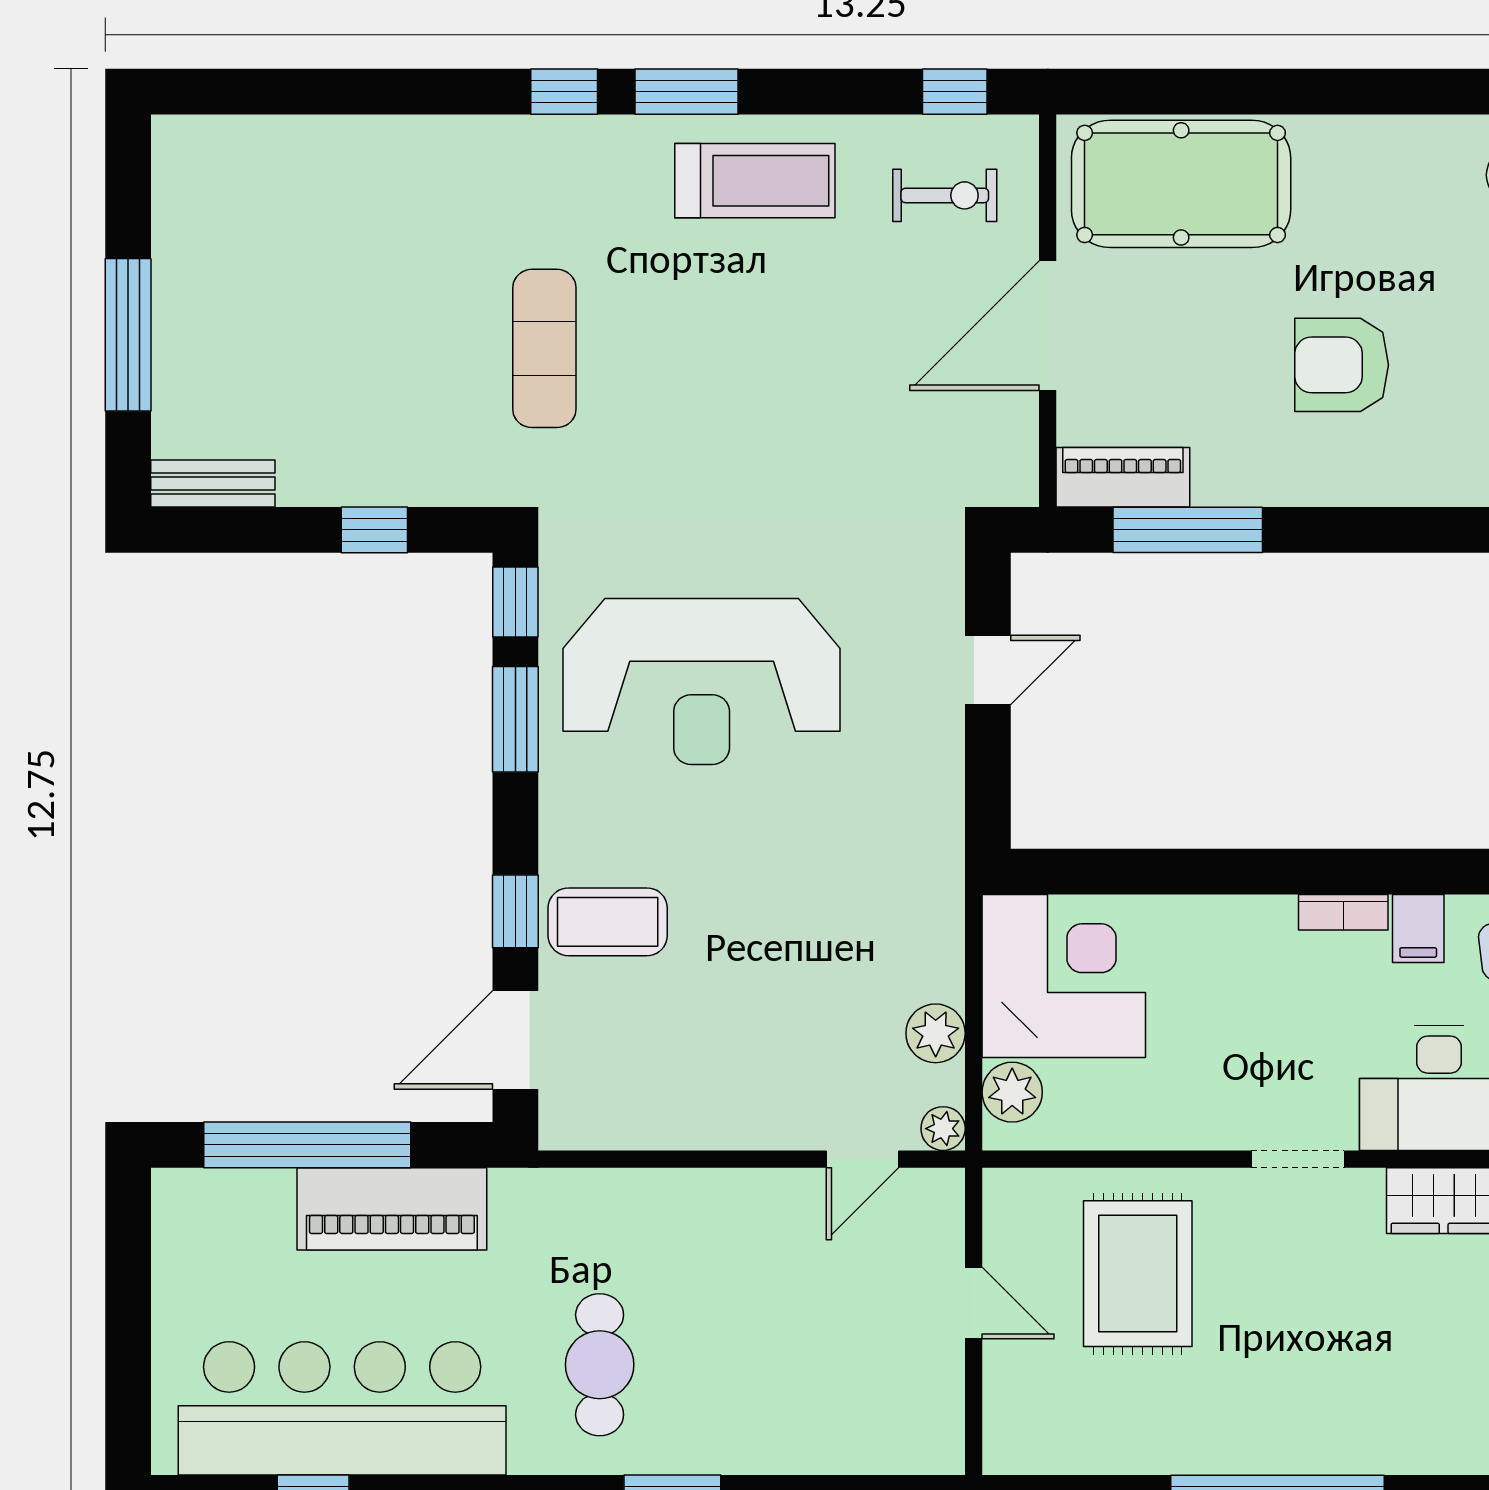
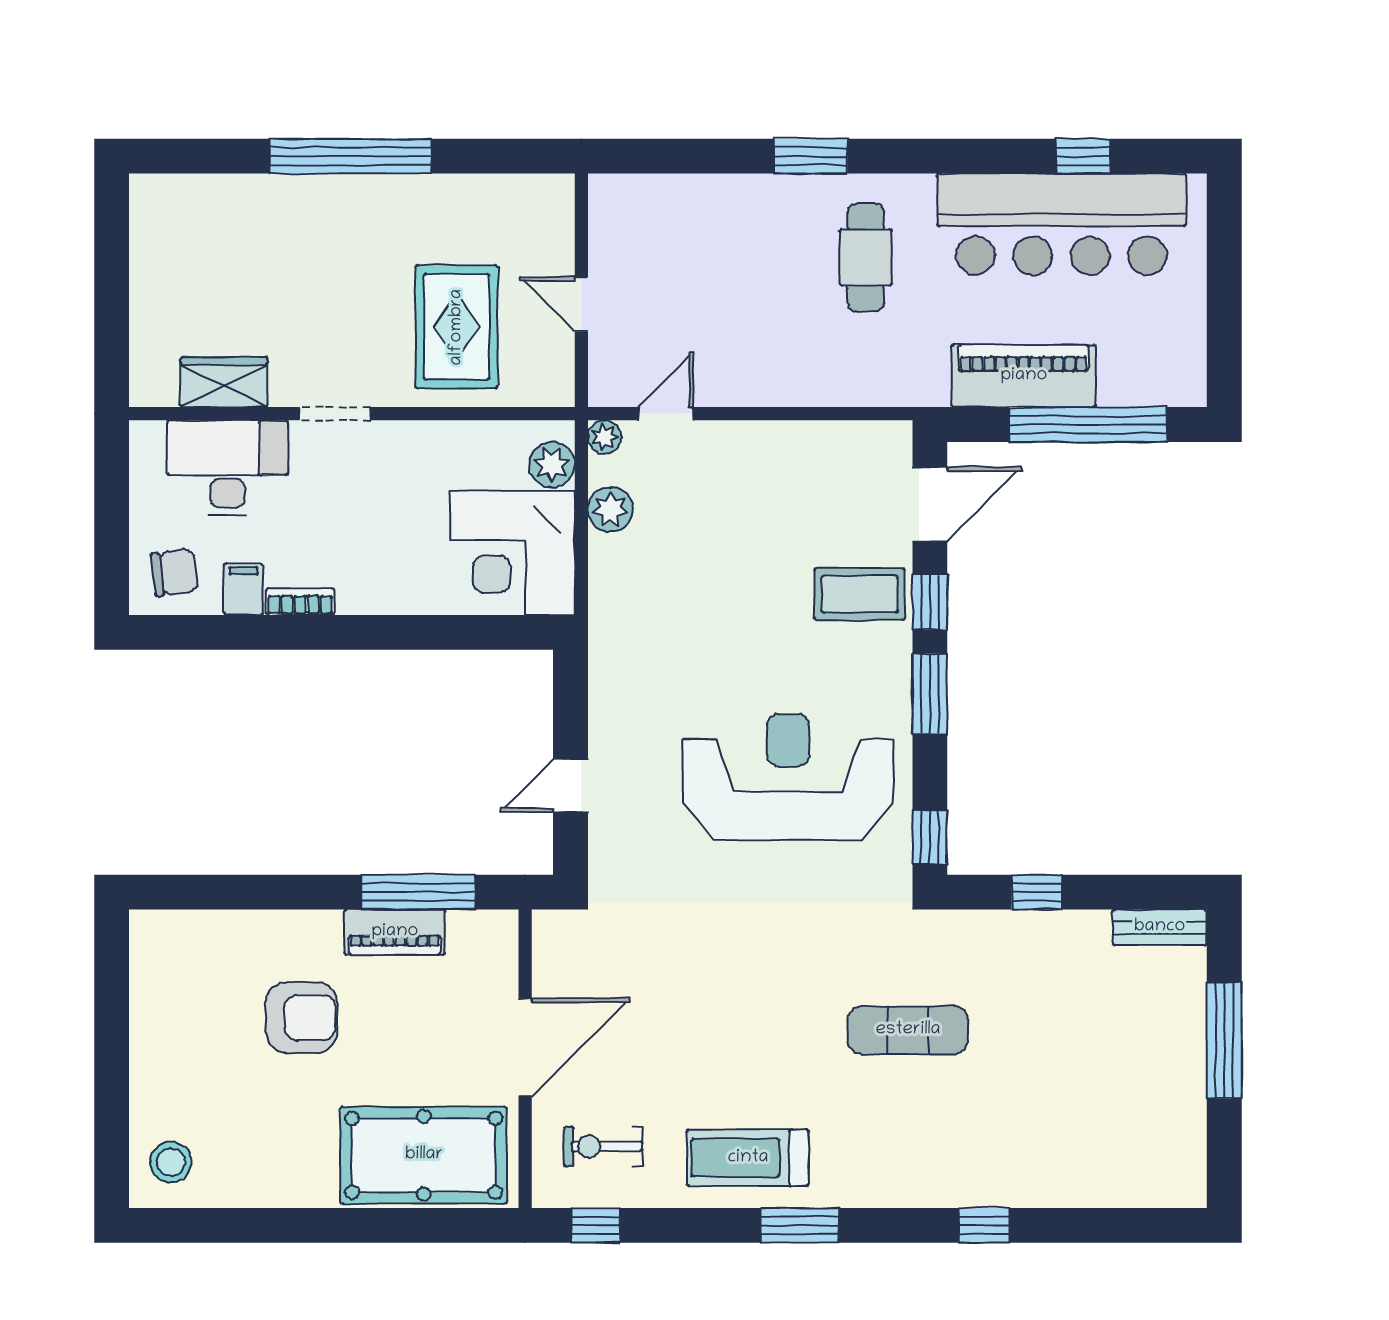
window: (564, 92) -> (984, 1225), moved
exercise mat: (544, 348) -> (908, 1030), turned 90
piano: (1123, 477) -> (395, 932), moved
window: (515, 719) -> (930, 694), moved

